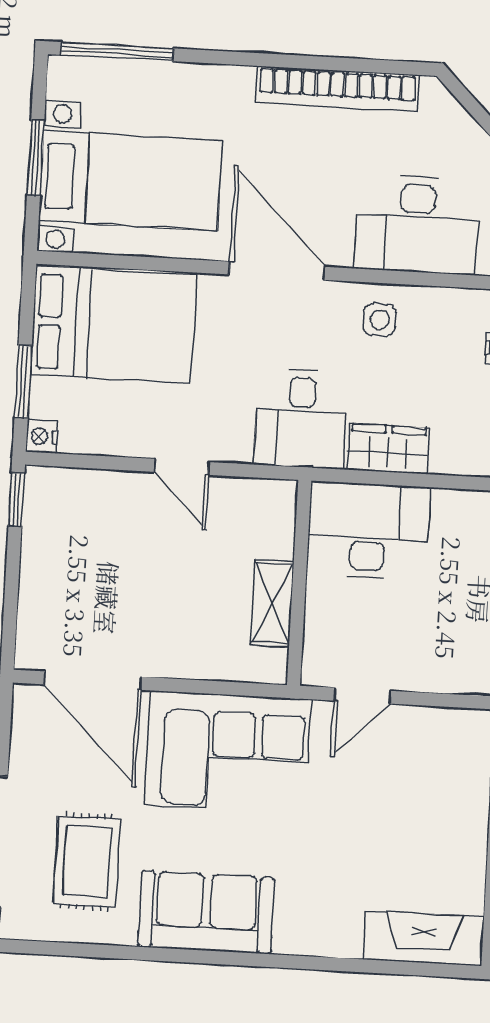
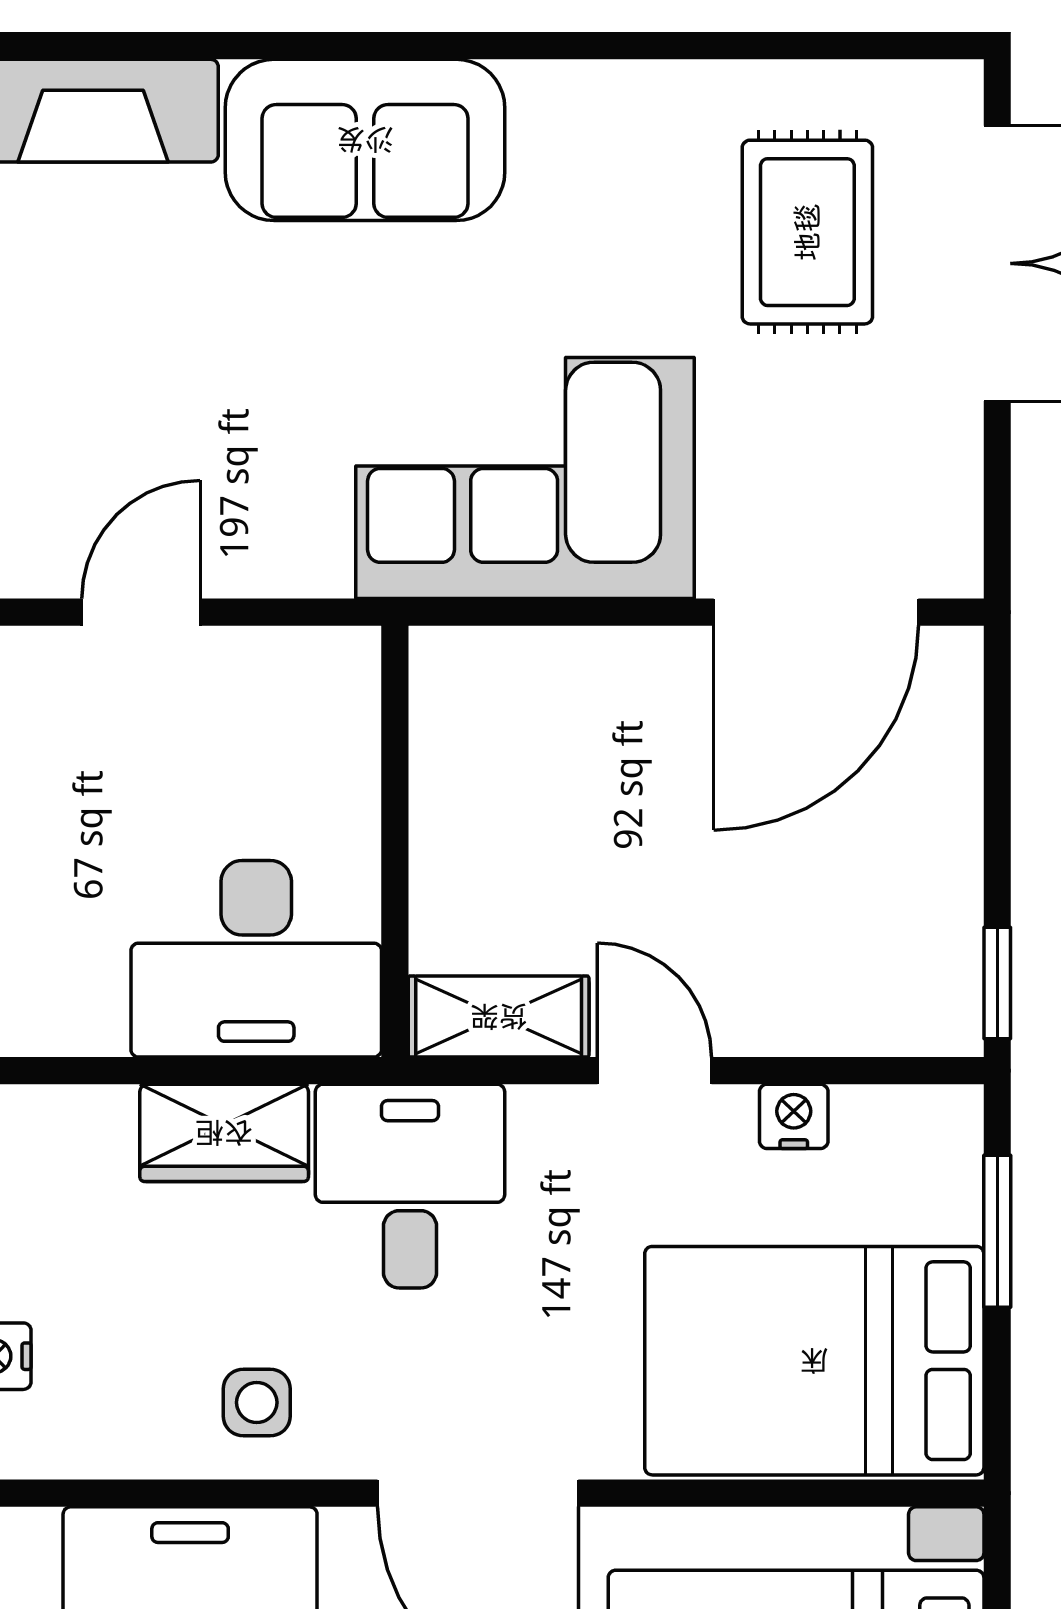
nightstand: (42, 436) -> (794, 1116), moved, turned -90
shelving: (272, 603) -> (499, 1017), moved, turned 90
door: (93, 681) -> (816, 612), swing flipped
door: (363, 696) -> (141, 612), moved
sofa: (206, 912) -> (365, 140), moved

